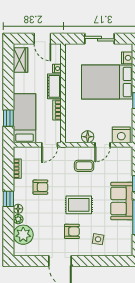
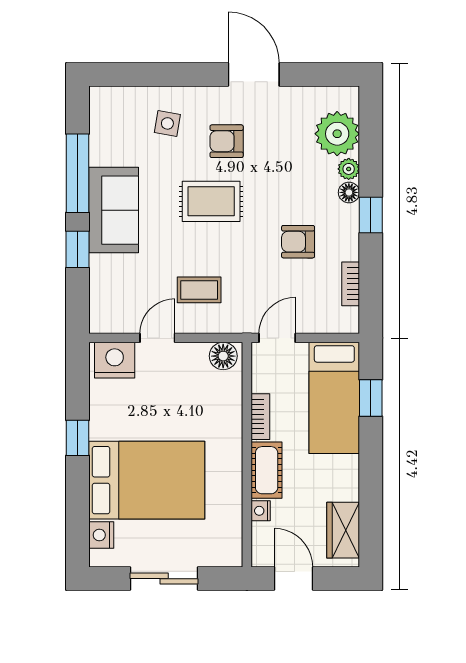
floor lamp: (88, 137) -> (223, 356), moved

